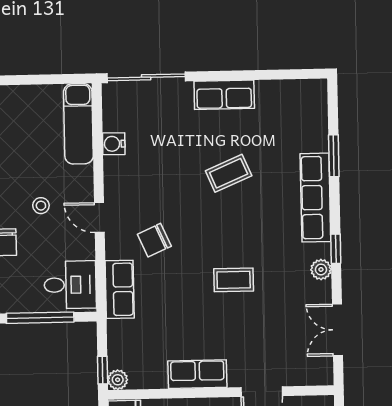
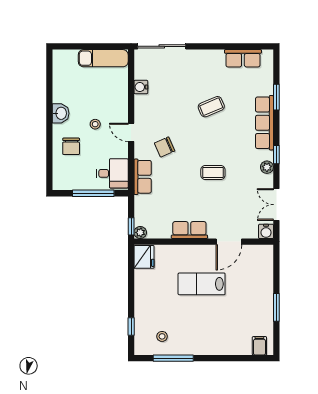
row of seats: (224, 95) -> (243, 58), moved
exam couch: (78, 124) -> (103, 58), moved, turned -90
water cooler: (322, 374) -> (266, 231), added

